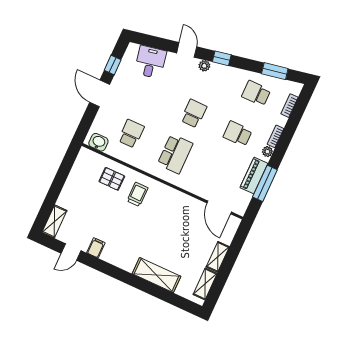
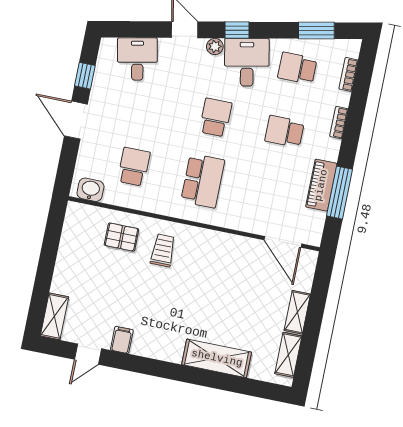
desk: (223, 81) -> (247, 62), added
plant: (267, 152) -> (332, 147), removed

